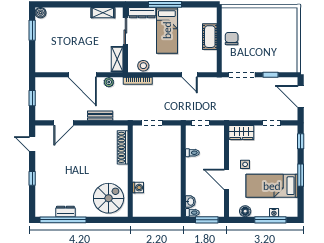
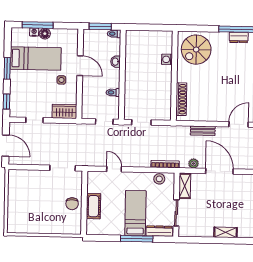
shelving: (103, 13) -> (226, 232), moved
window: (271, 75) -> (35, 167), removed
doorway: (152, 123) -> (141, 122), moved
washbasin: (190, 202) -> (116, 62), moved
floor lamp: (245, 211) -> (45, 34), moved

